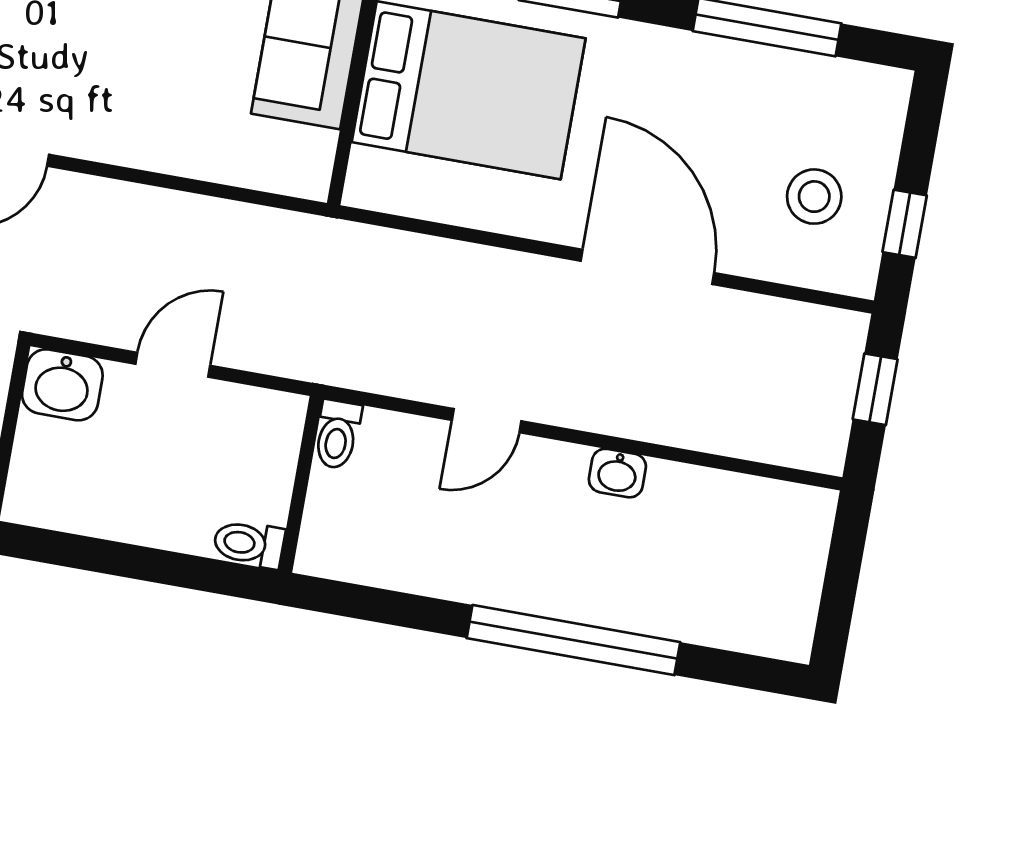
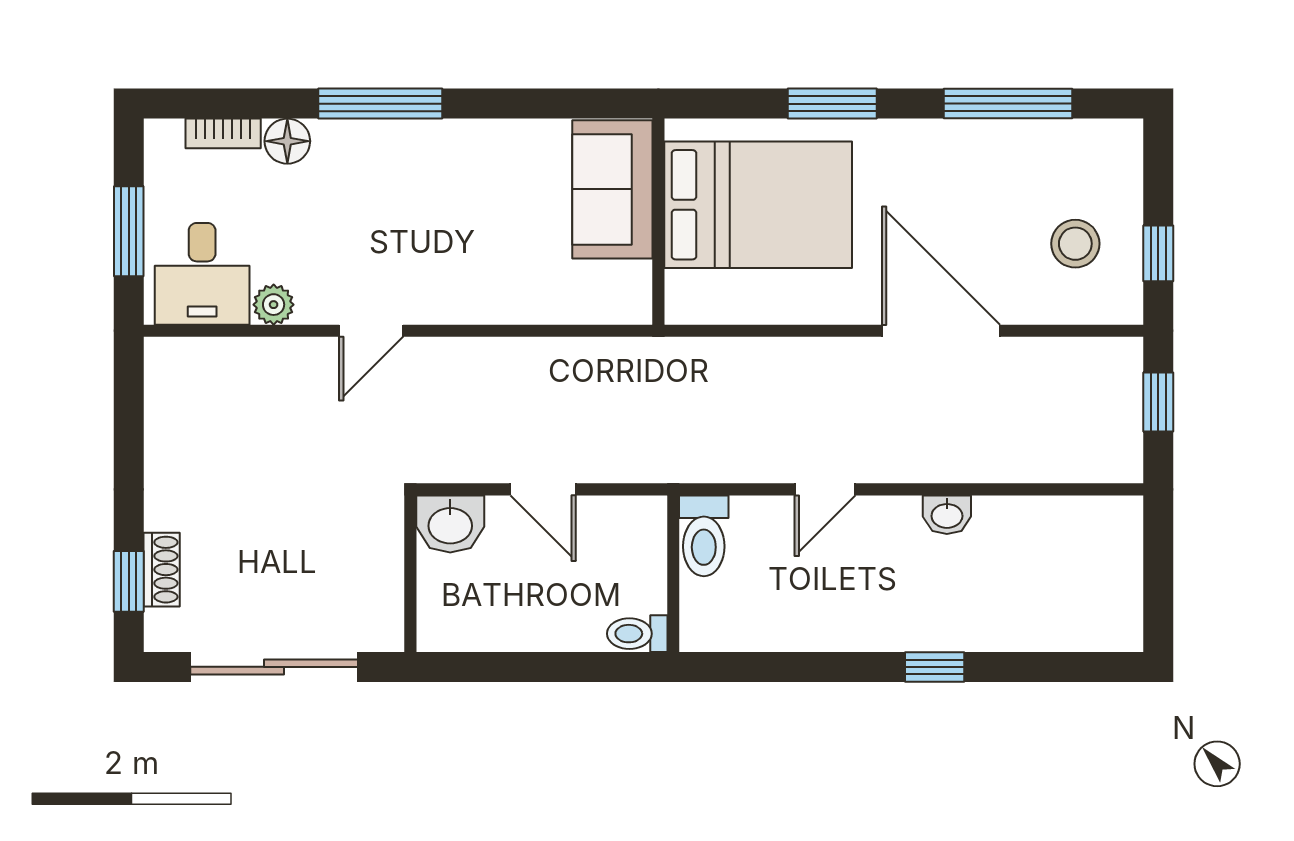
door: (173, 365) -> (543, 489), swing flipped
toilet: (337, 434) -> (704, 536), width x1.37, depth x1.39
window: (573, 640) -> (935, 667), width x0.32

